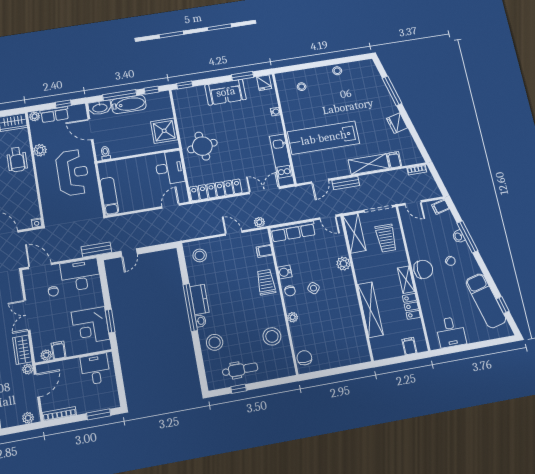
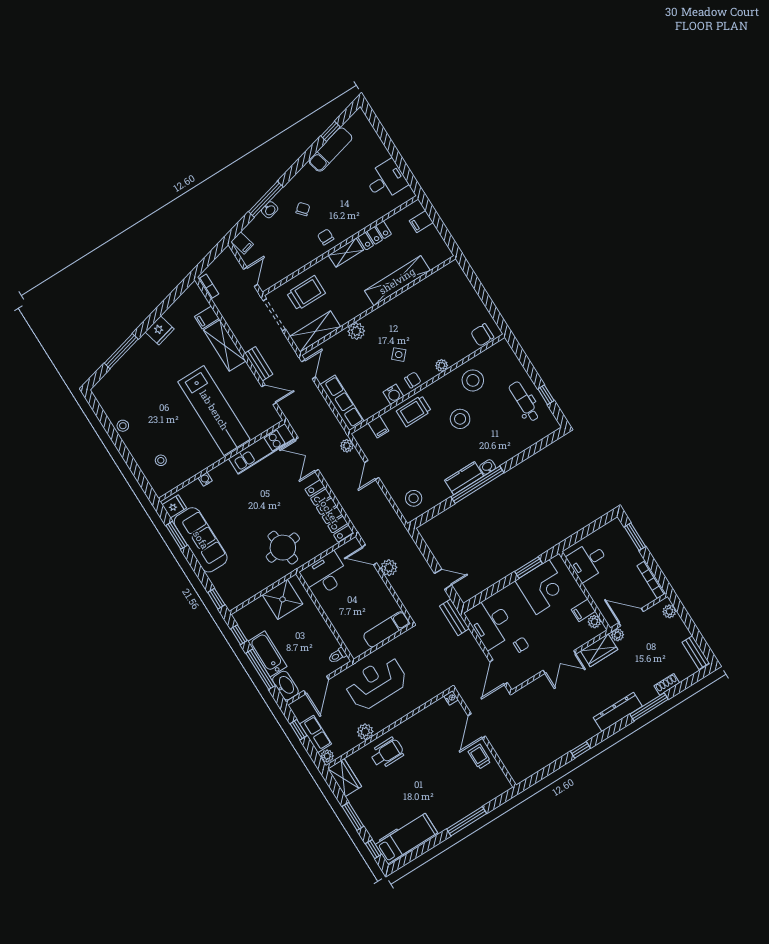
sofa: (226, 92) -> (201, 540), width x1.36
plant: (155, 216) -> (389, 568), added
chair: (423, 269) -> (326, 237), width x0.54, depth x0.54
exam couch: (486, 301) -> (330, 150), width x0.73, depth x0.69
stool: (215, 342) -> (460, 419), moved

